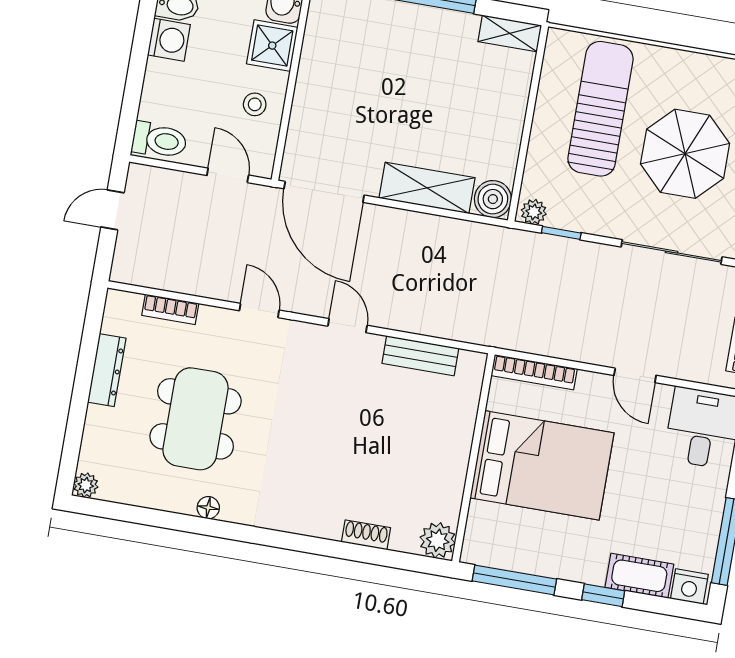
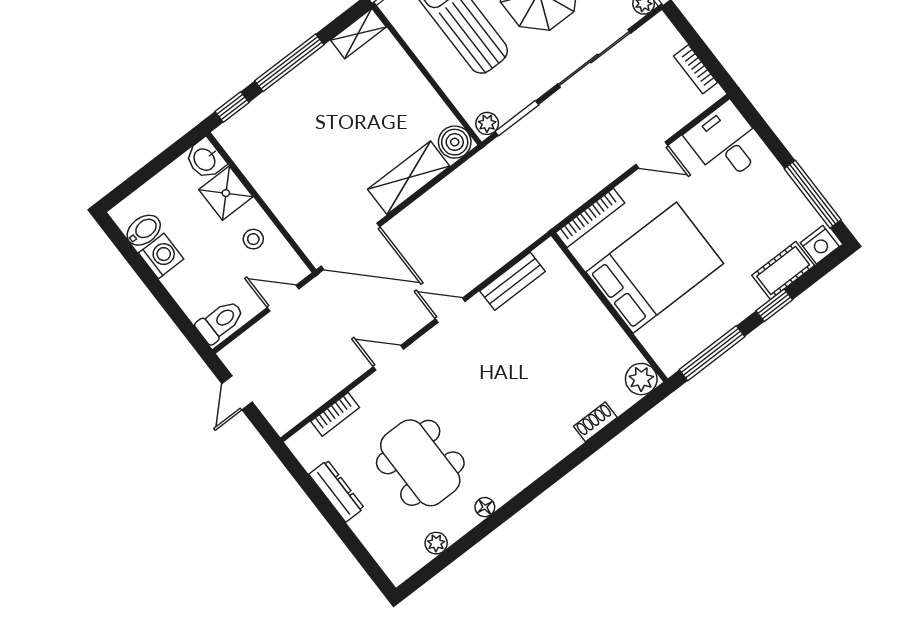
window: (561, 233) -> (517, 118), width x1.50
plant: (86, 485) -> (436, 543), moved

